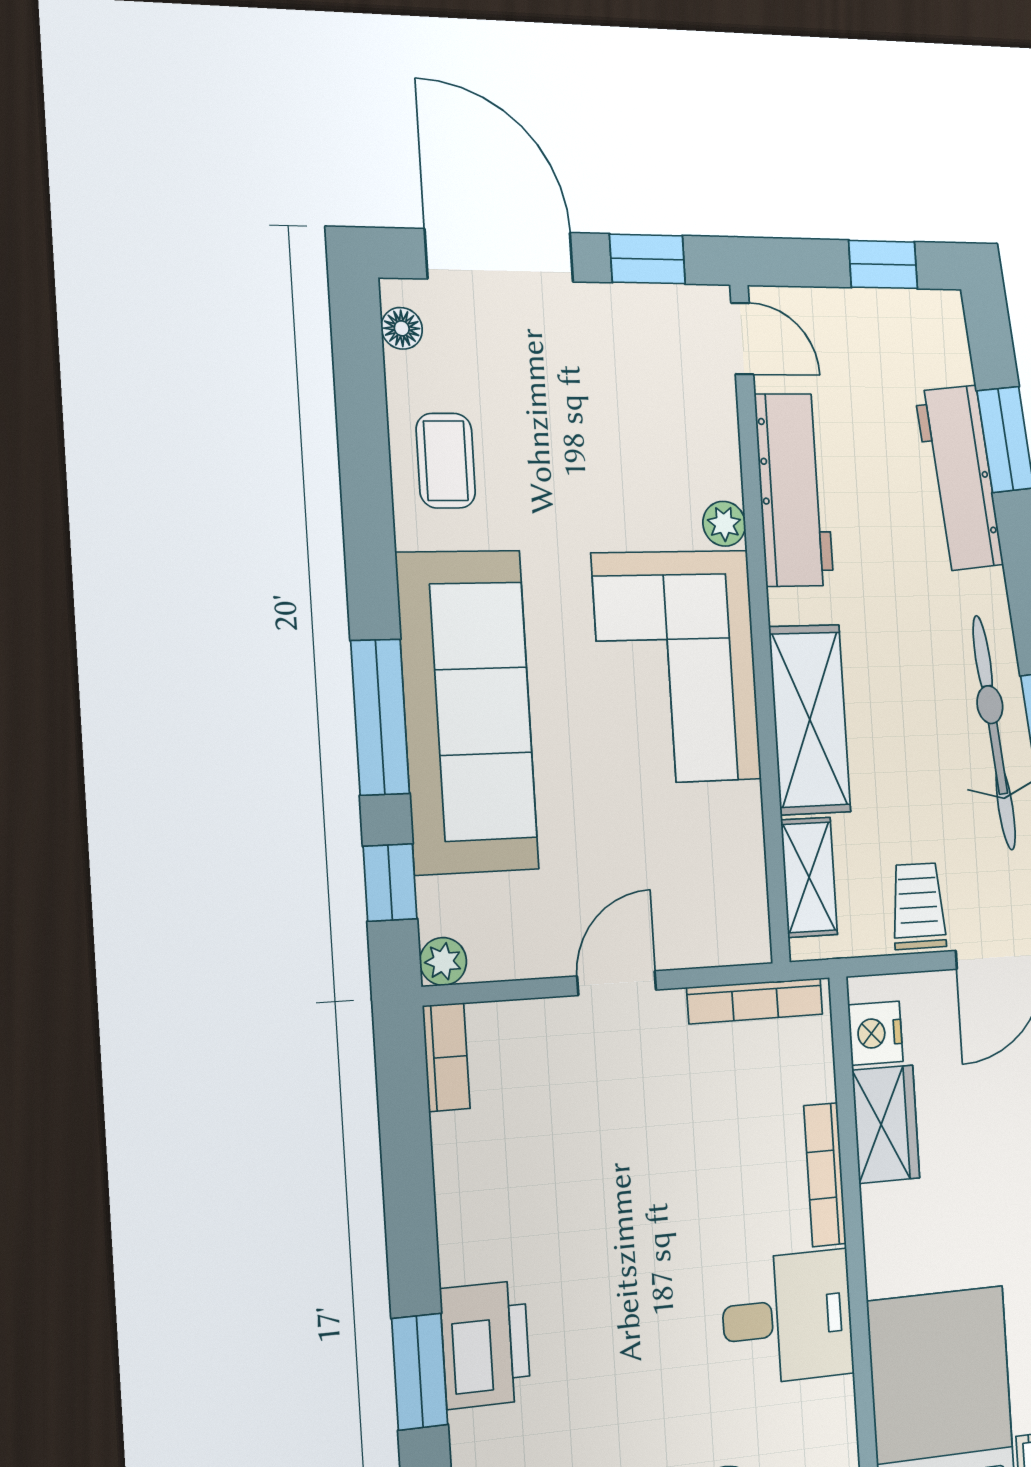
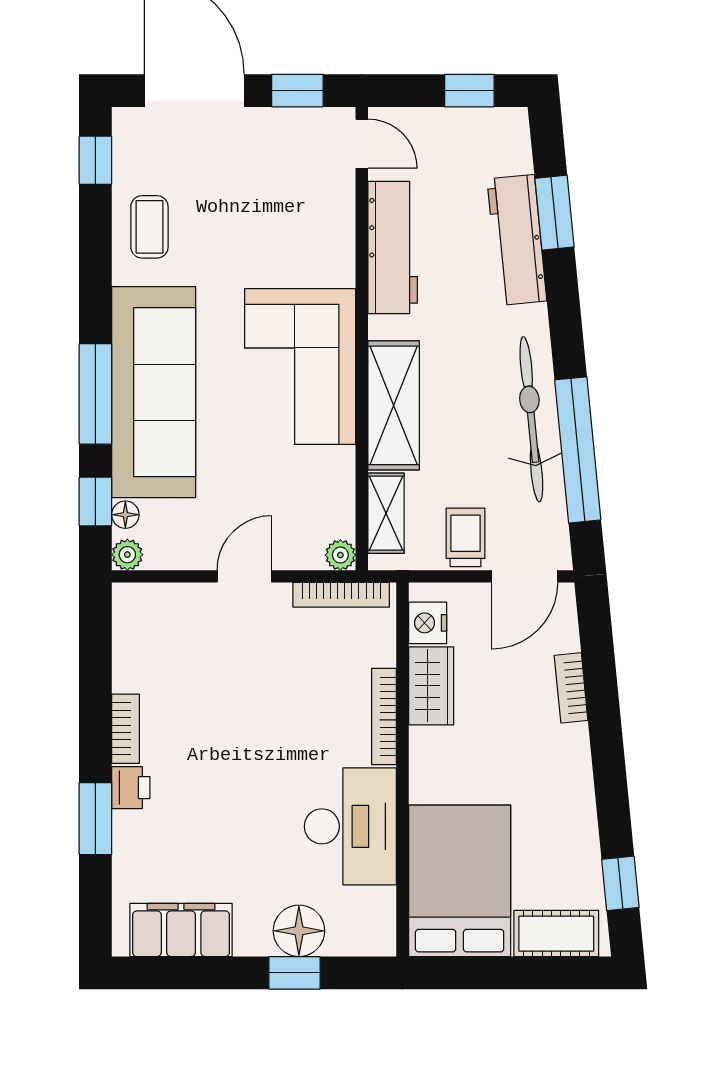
floor lamp: (402, 328) -> (125, 515), moved
window: (358, 359) -> (95, 160), added
plant: (724, 524) -> (340, 555), moved
bookcase: (446, 1057) -> (126, 729), moved
desk: (787, 1318) -> (350, 826), width x1.37
printer: (486, 1345) -> (131, 788), width x0.53, depth x0.68

